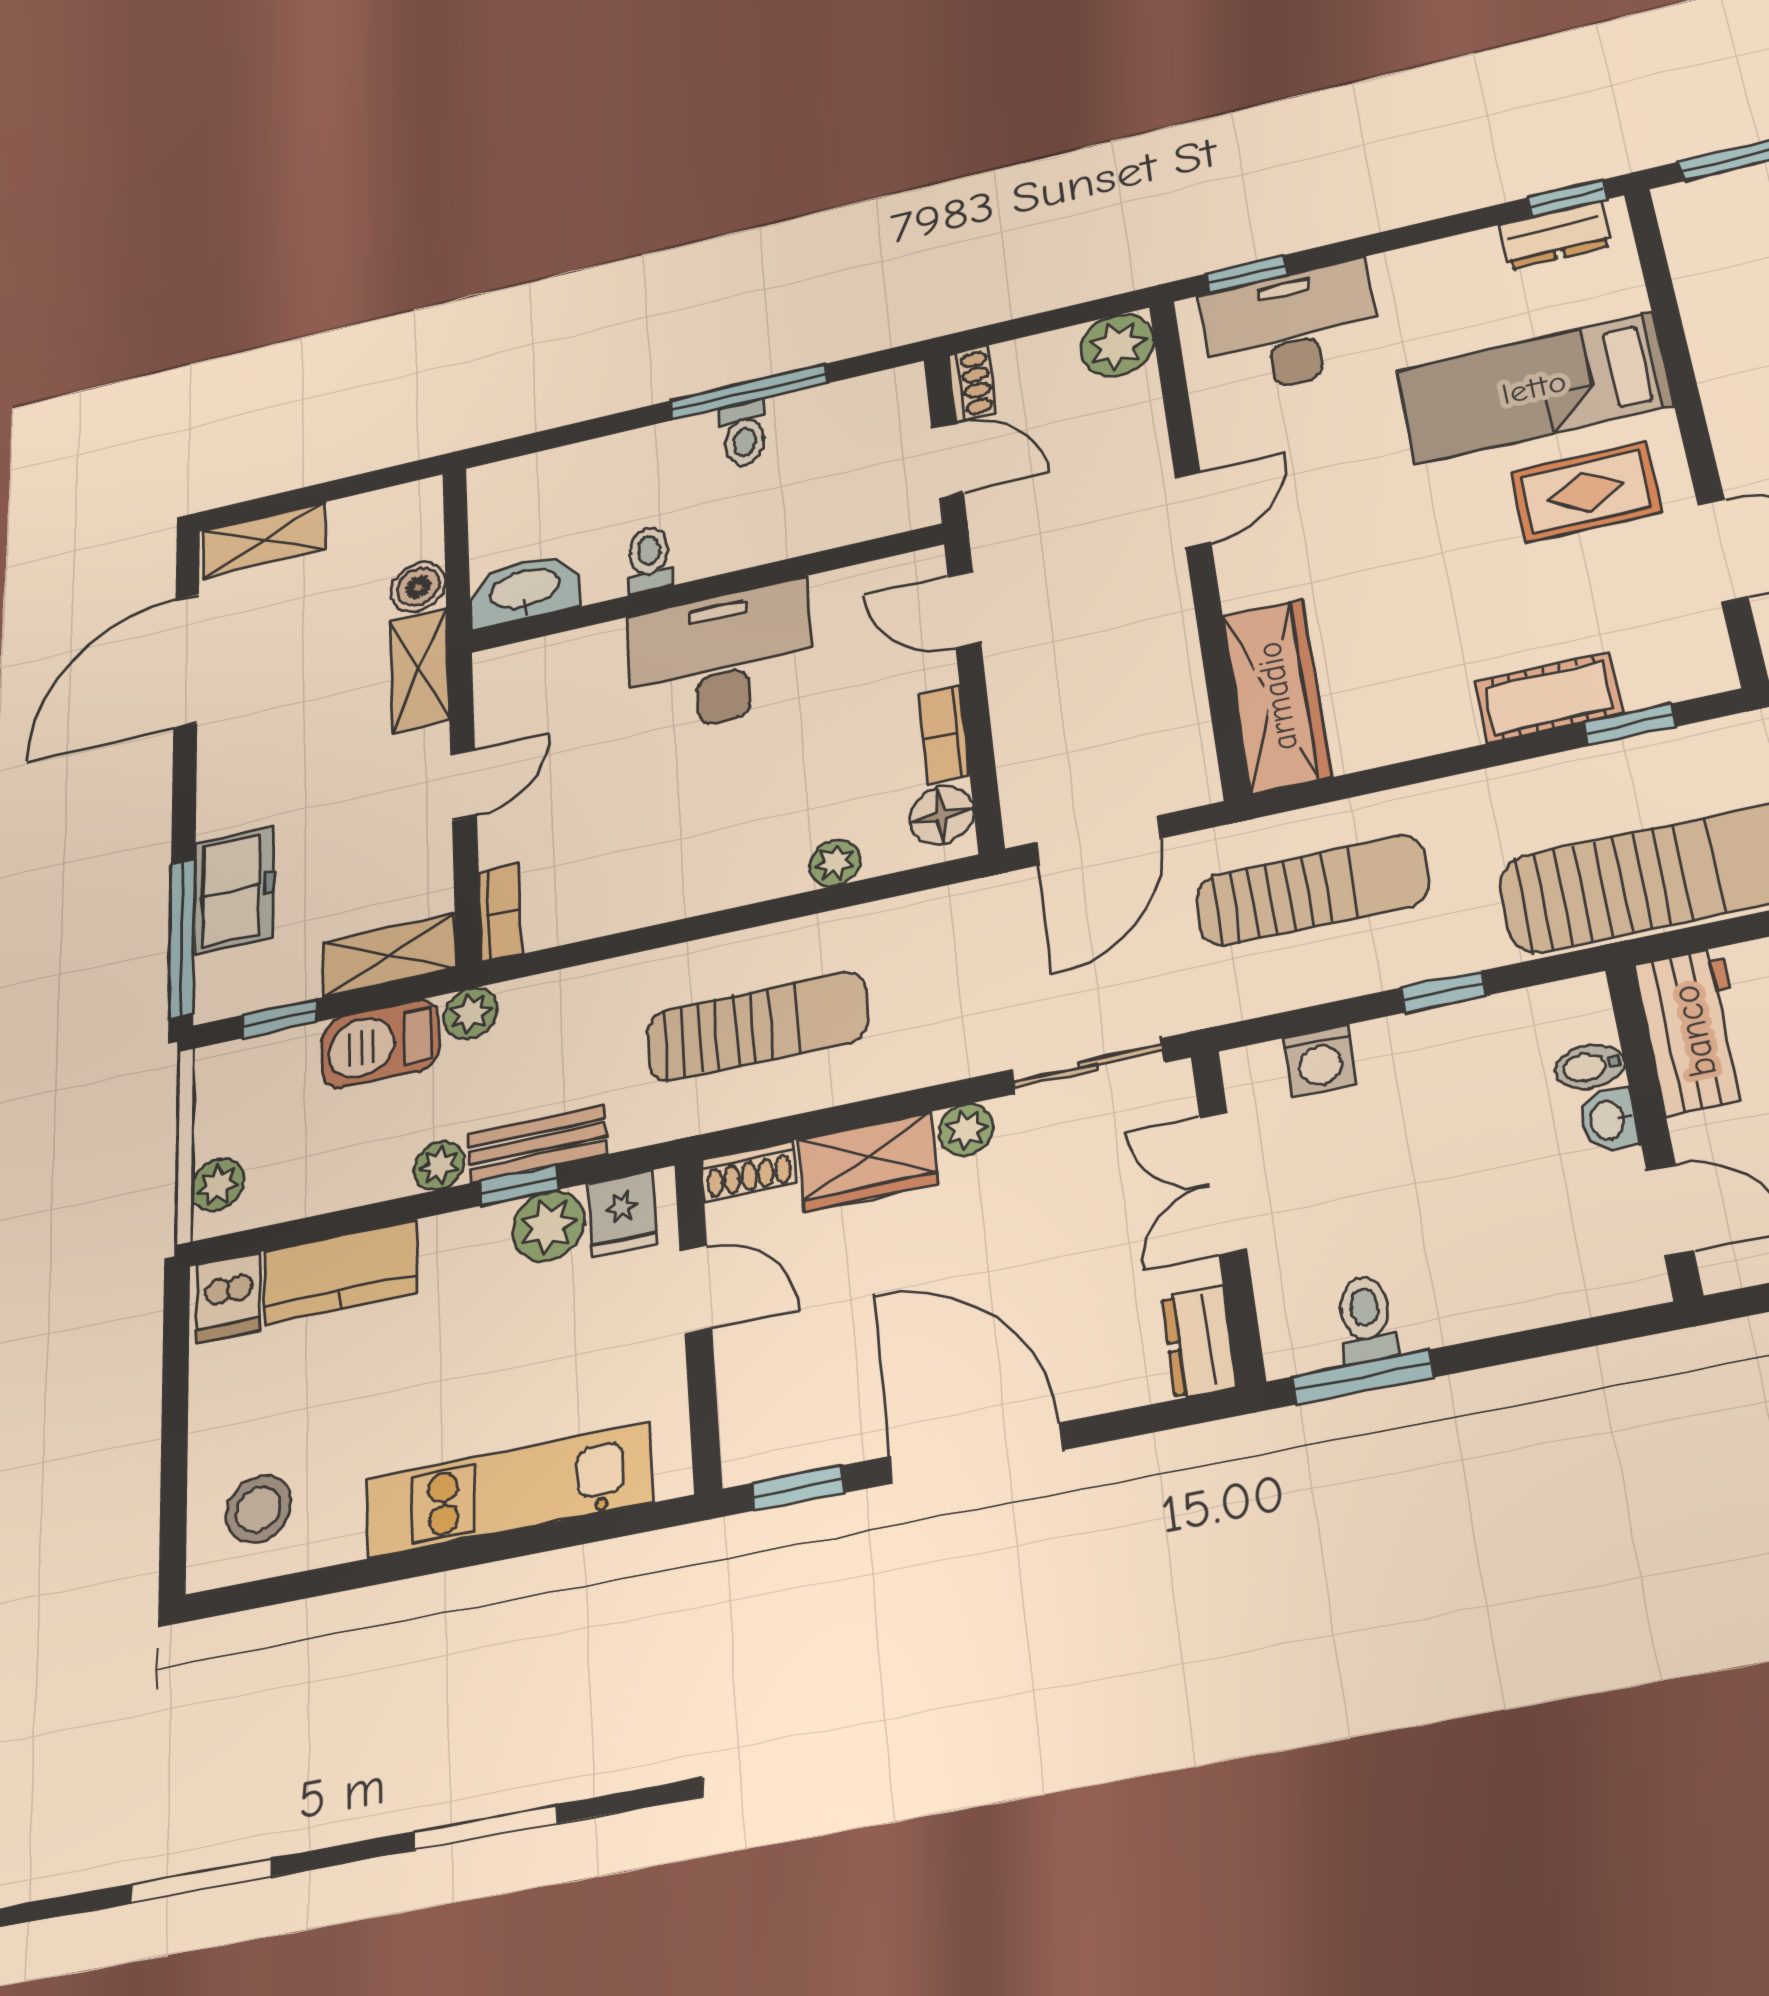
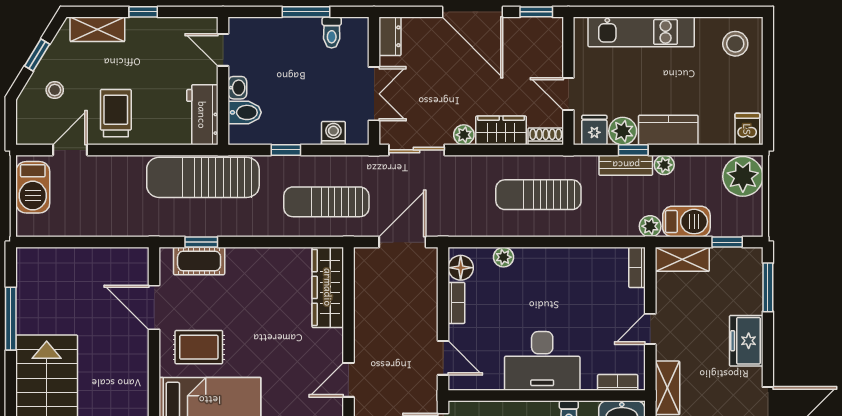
bookcase: (537, 654) -> (618, 382), added
cot: (1548, 698) -> (199, 261), moved
freezer: (234, 890) -> (746, 341), moved
window: (182, 938) -> (768, 287), width x0.69
bidet: (1590, 1067) -> (245, 112), width x1.38, depth x1.36
plant: (217, 1185) -> (743, 176), width x1.87, depth x1.87
kitchen counter: (340, 1272) -> (668, 130), moved
window: (1362, 1377) -> (306, 12), moved

